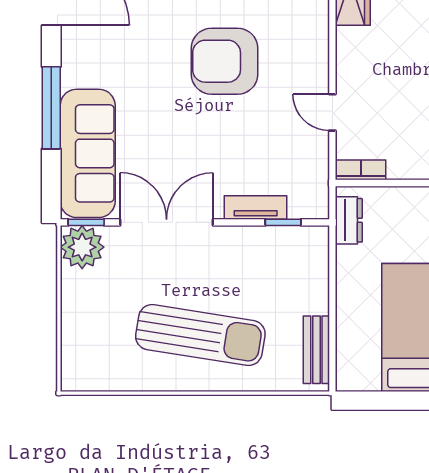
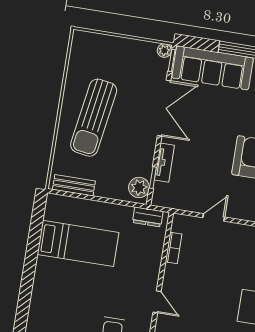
bookcase: (361, 170) -> (174, 248), moved
plant: (303, 242) -> (139, 187), added
plant: (82, 247) -> (164, 51), width x0.53, depth x0.53

